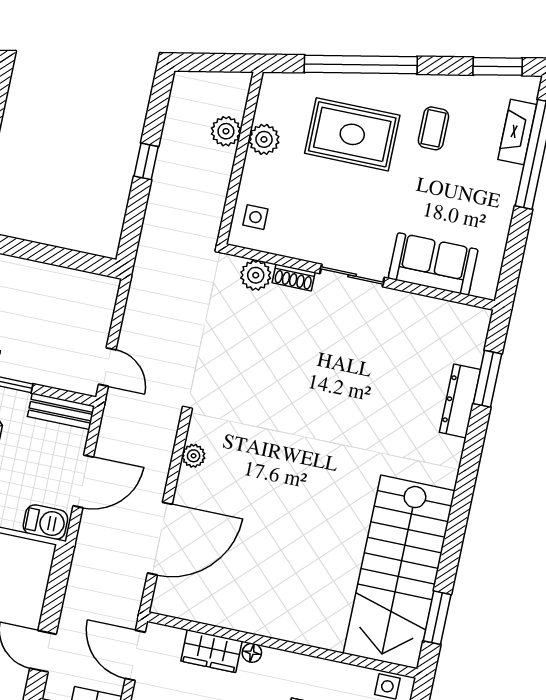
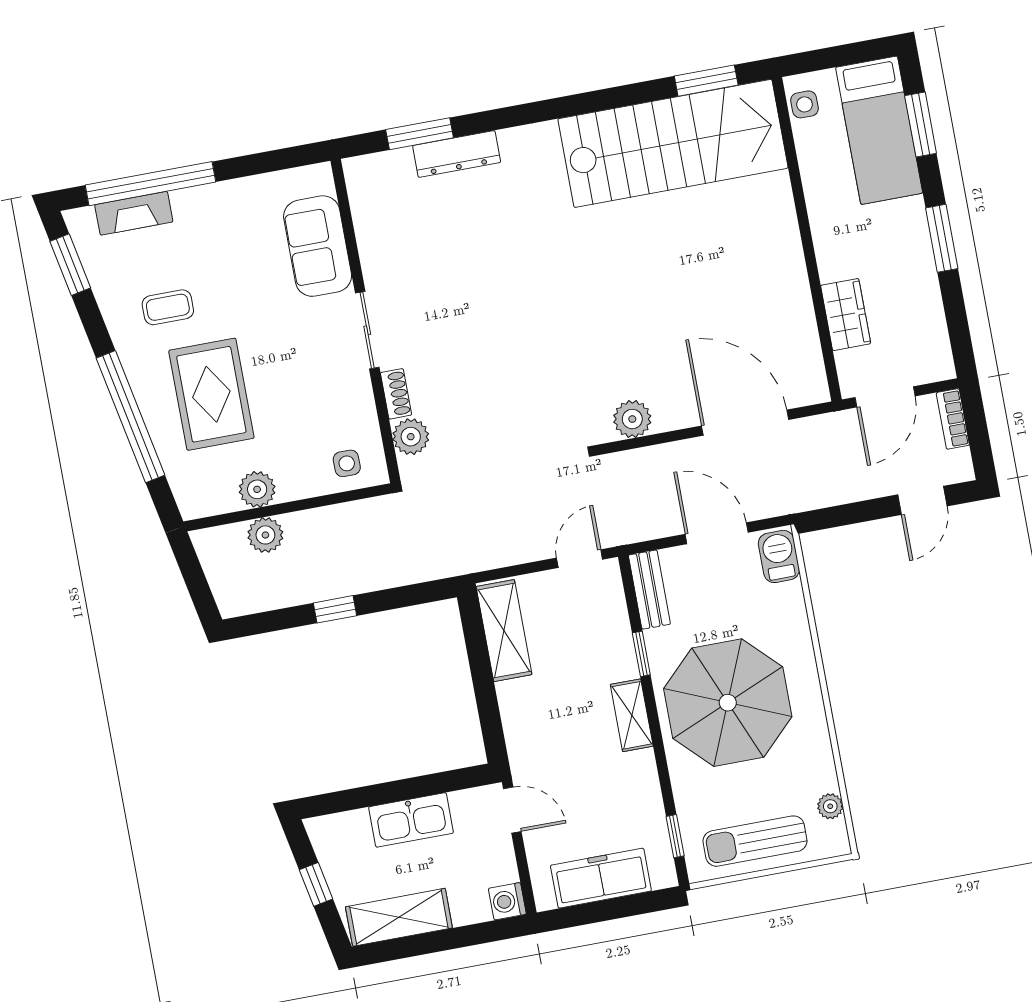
shelving: (76, 286) -> (504, 631), added
plant: (194, 456) -> (632, 419), width x1.38, depth x1.38
floor lamp: (252, 653) -> (829, 269), removed

